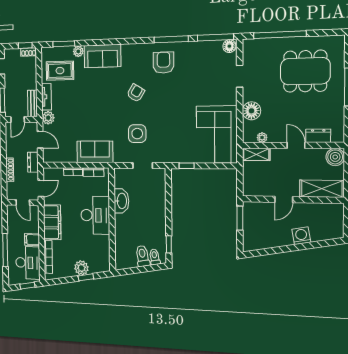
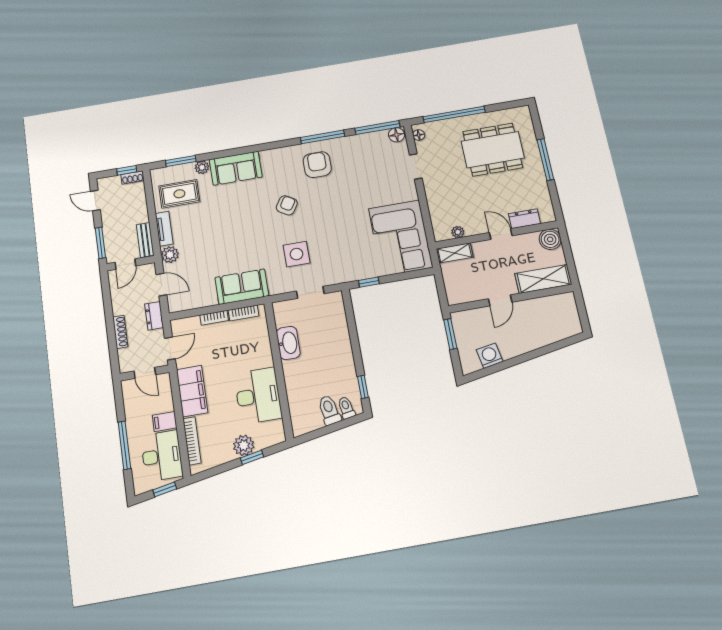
floor lamp: (251, 111) -> (419, 135), moved, width x0.53, depth x0.53
desk: (95, 215) -> (258, 396), moved
washing machine: (301, 236) -> (490, 356), moved

